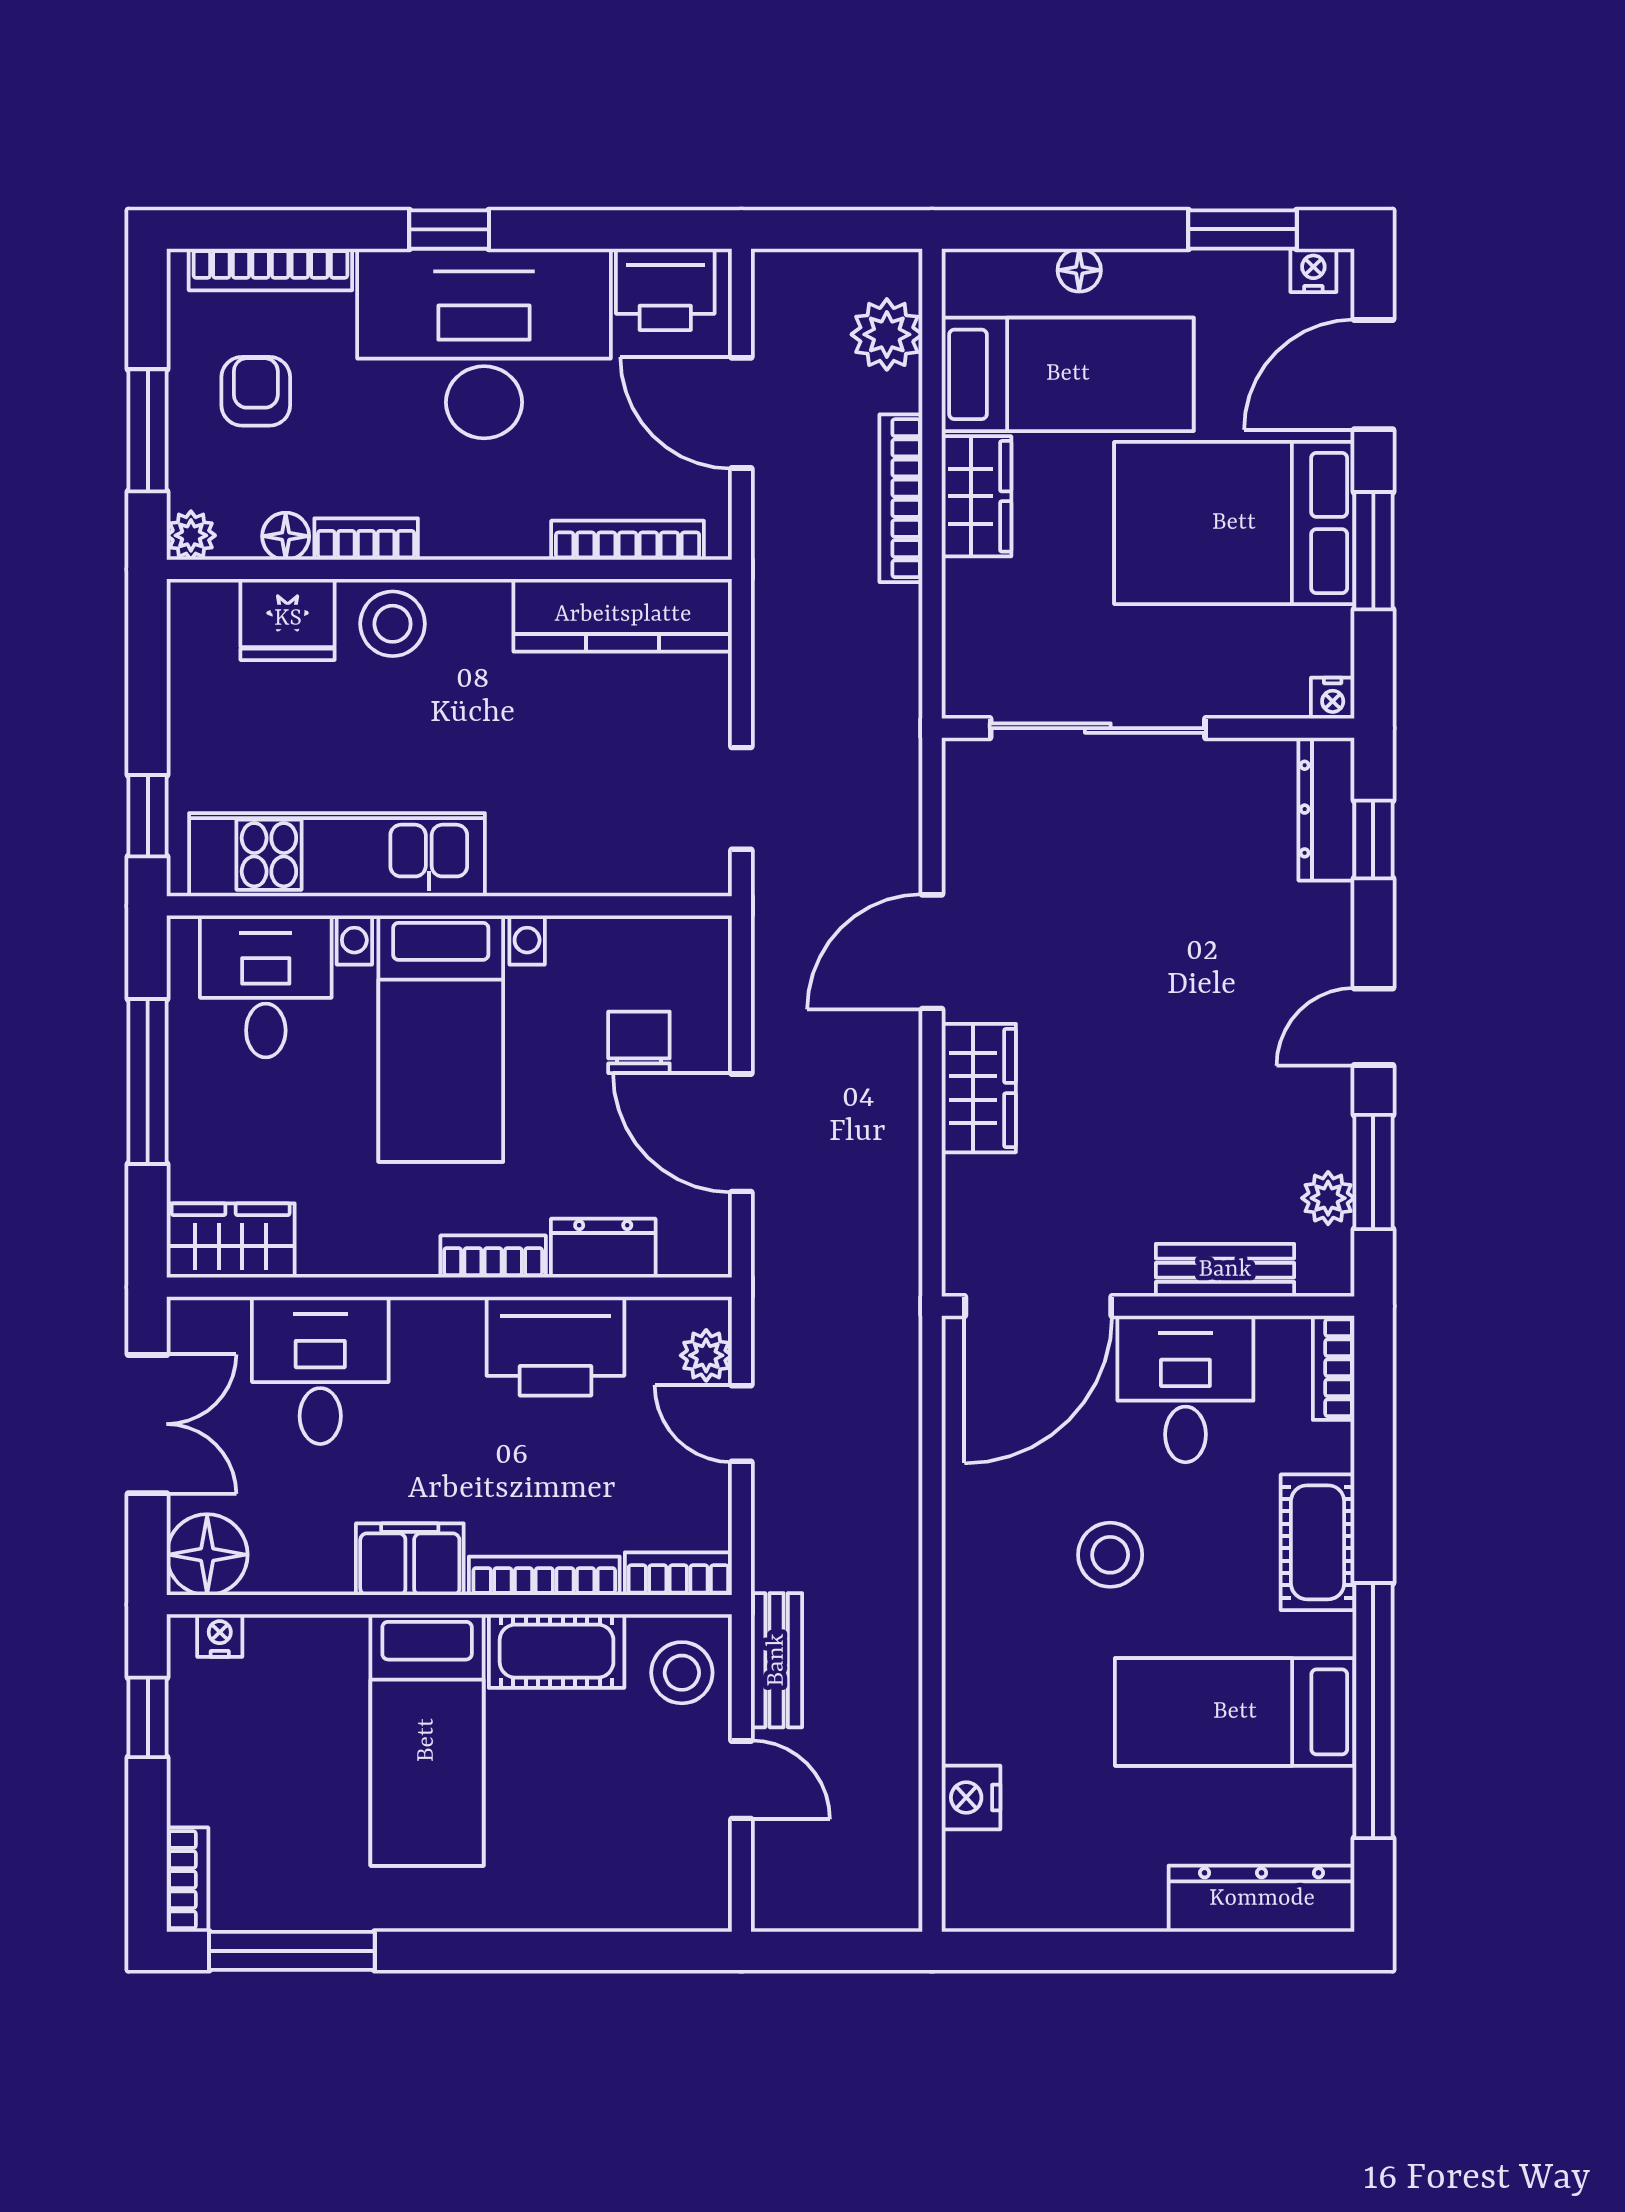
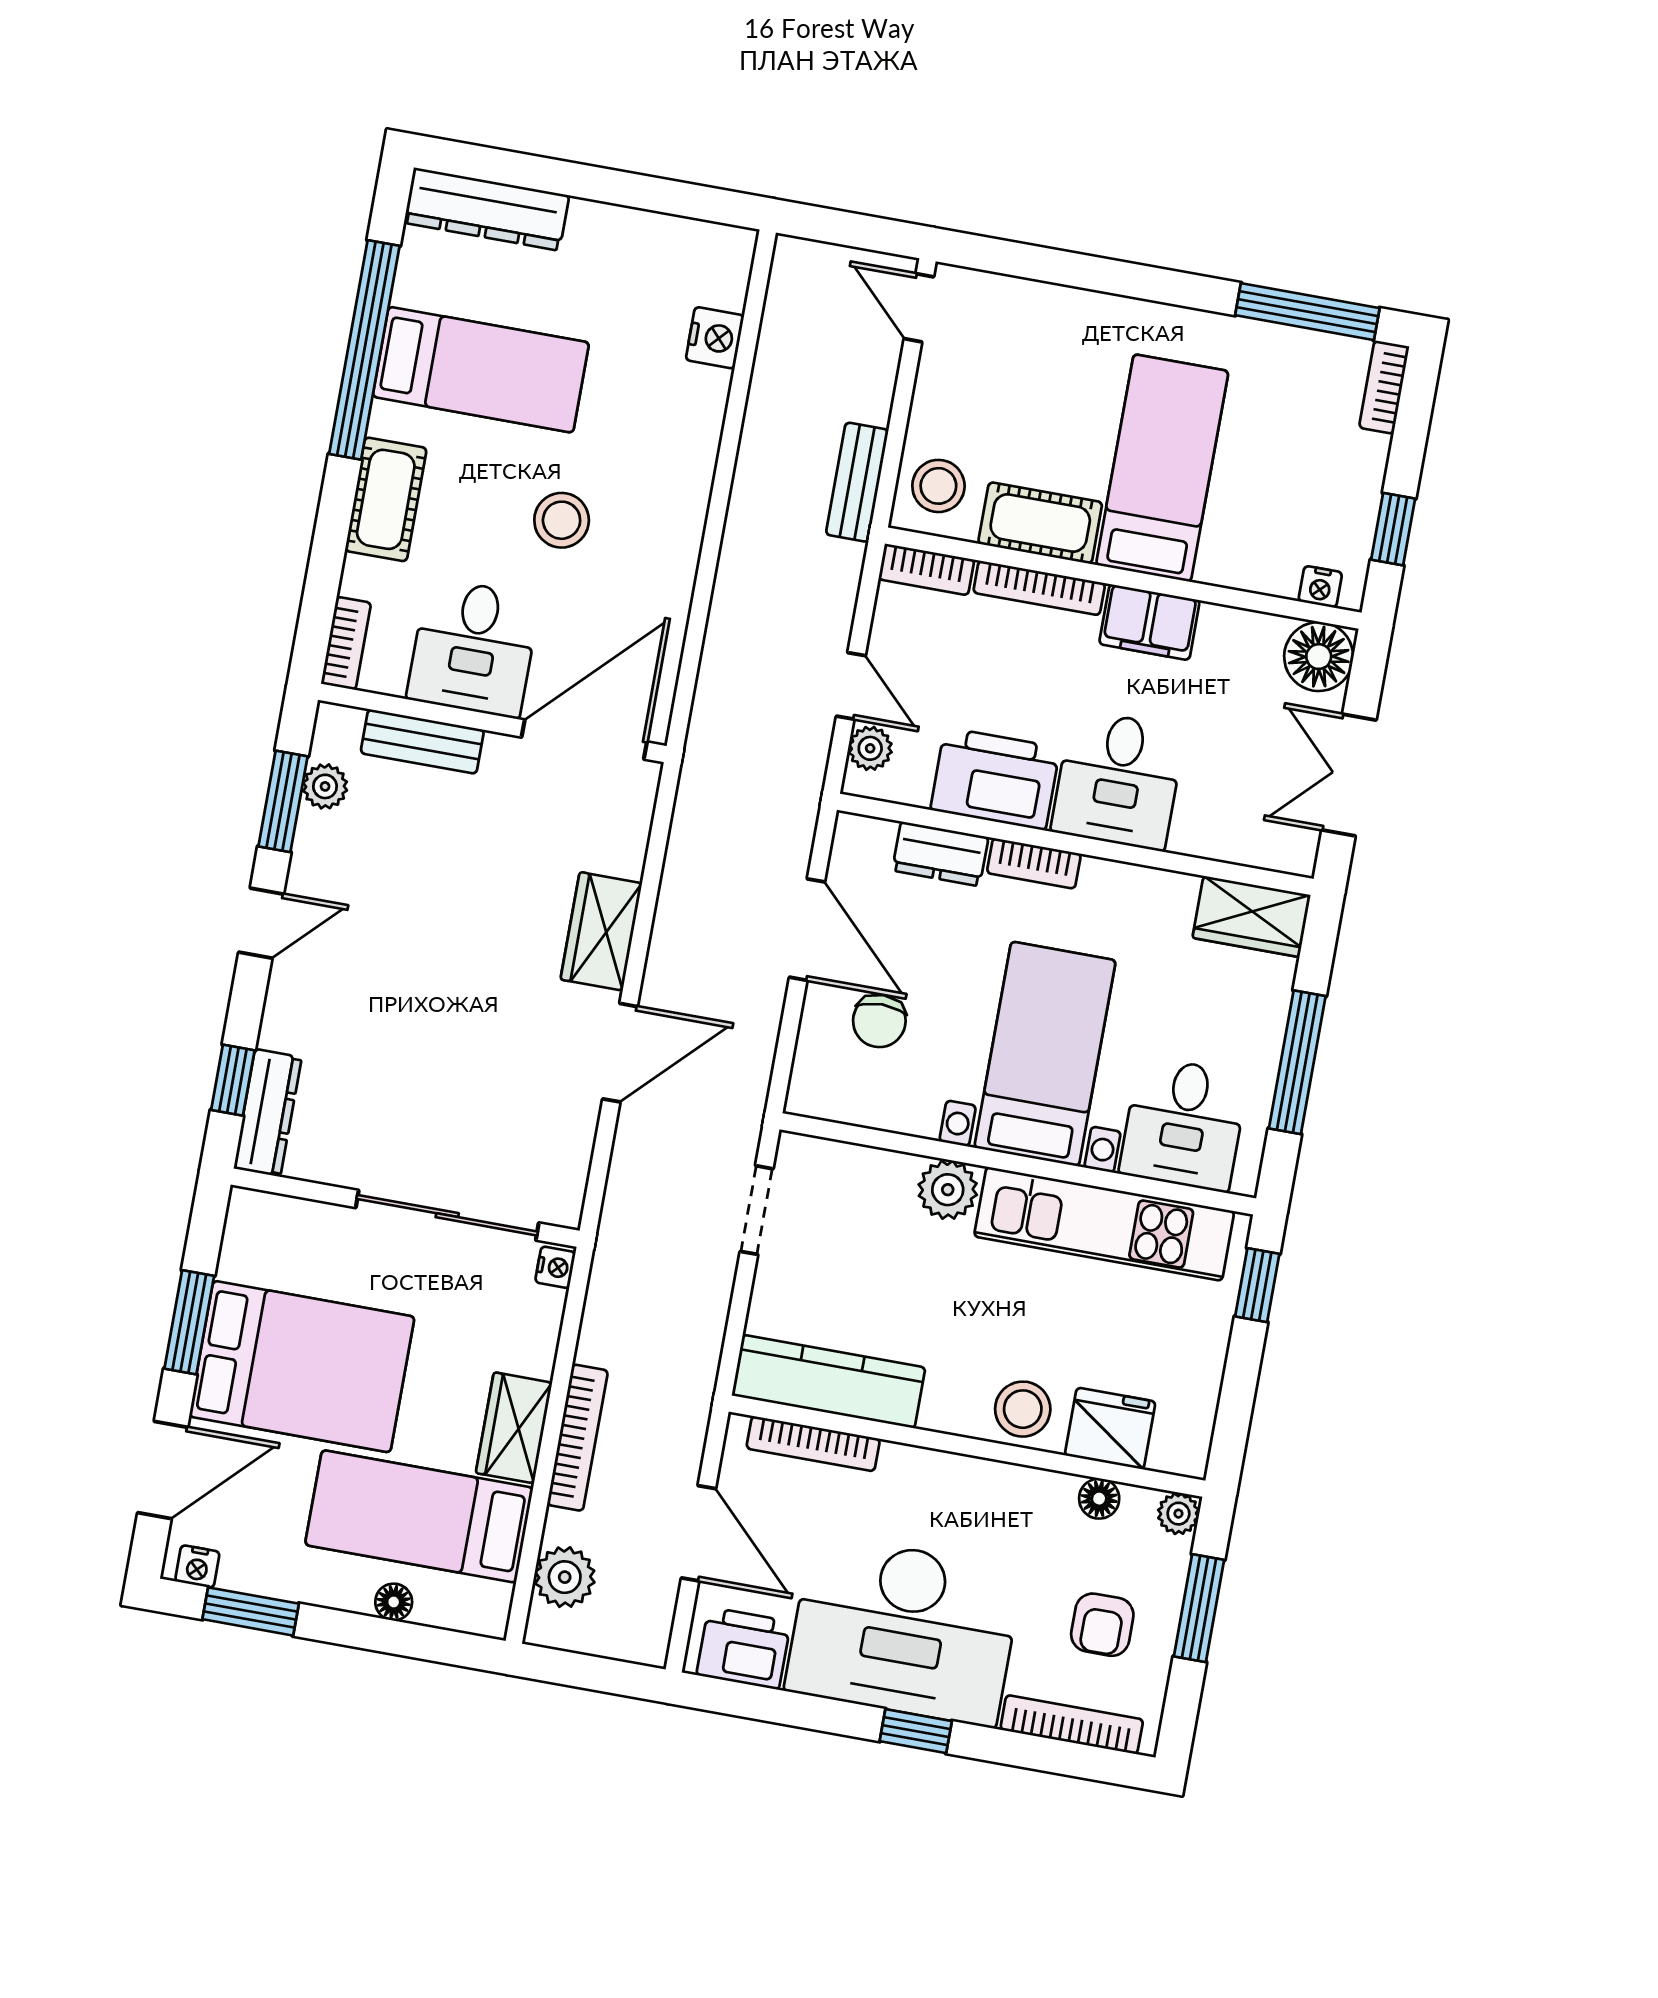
bookcase: (366, 539) -> (1032, 1484), removed
nightstand: (1333, 698) -> (555, 1267), moved, turned 90
plant: (525, 862) -> (948, 1190), added
desk: (320, 1370) -> (1118, 780), moved
door: (741, 1780) -> (919, 308), moved

